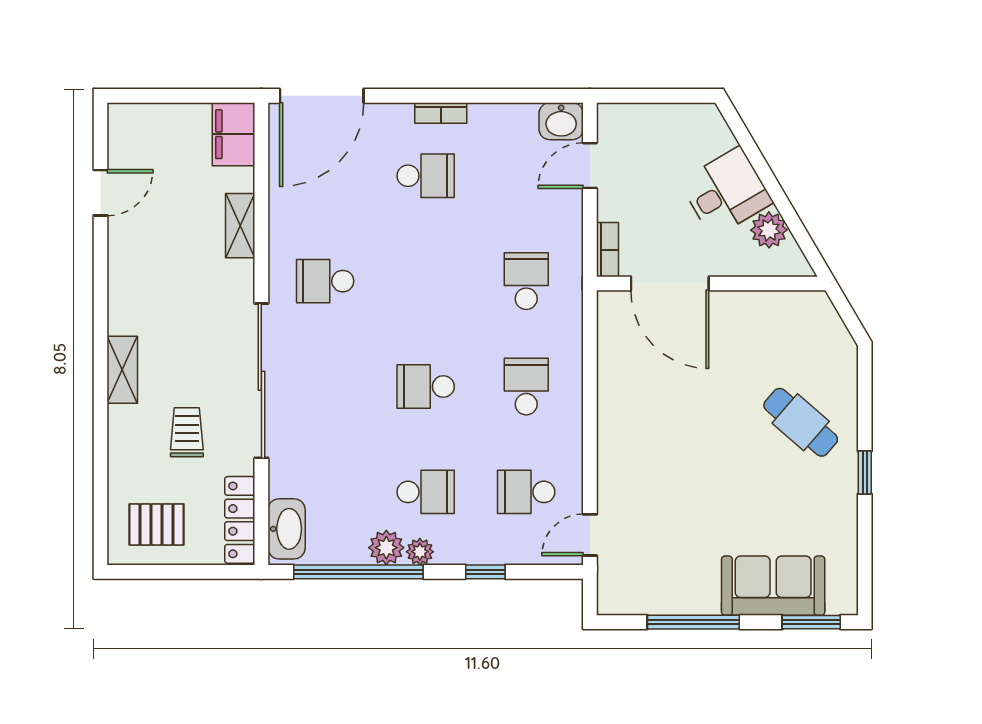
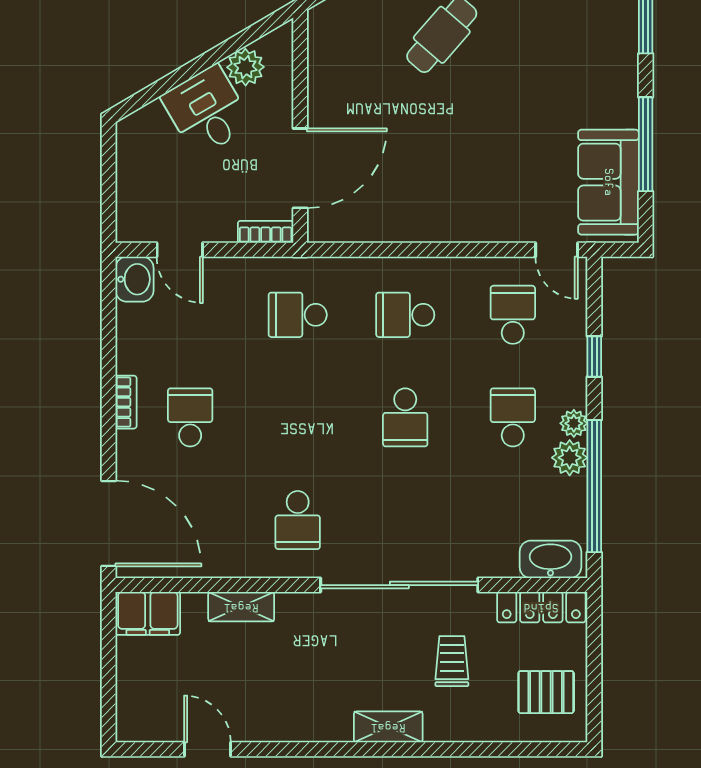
trolley: (187, 432) -> (452, 661), turned 90
school desk: (526, 492) -> (513, 315), turned 180
pallet: (157, 525) -> (546, 692), turned 90
sofa: (773, 586) -> (608, 182), moved

